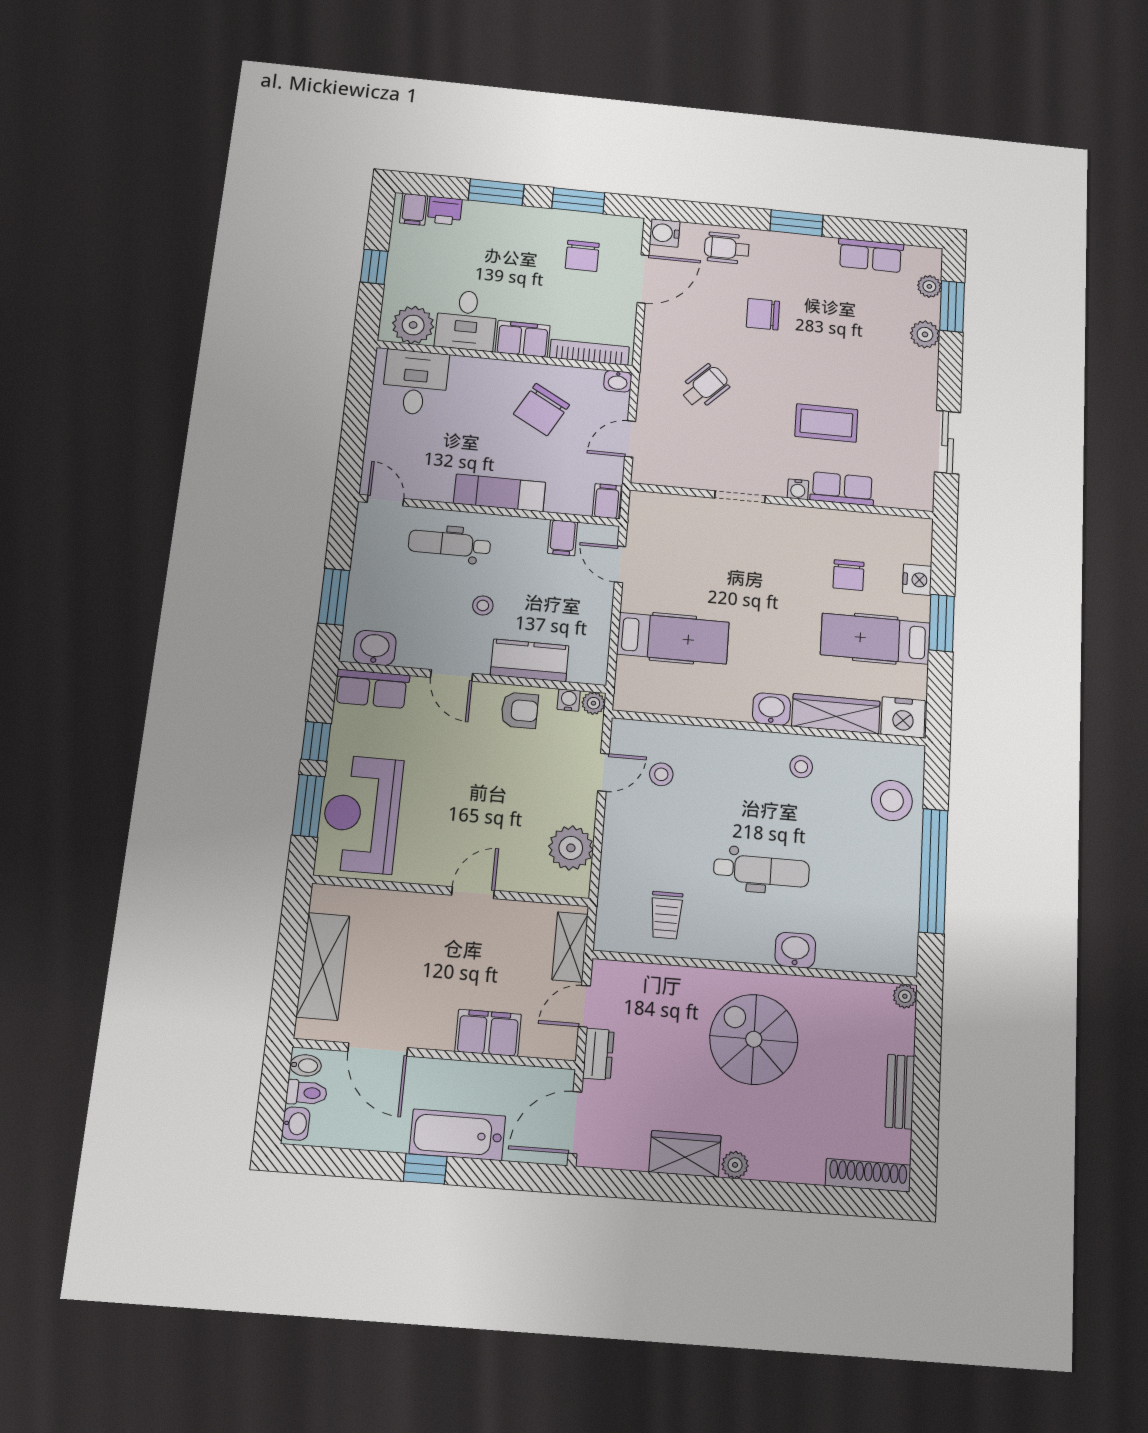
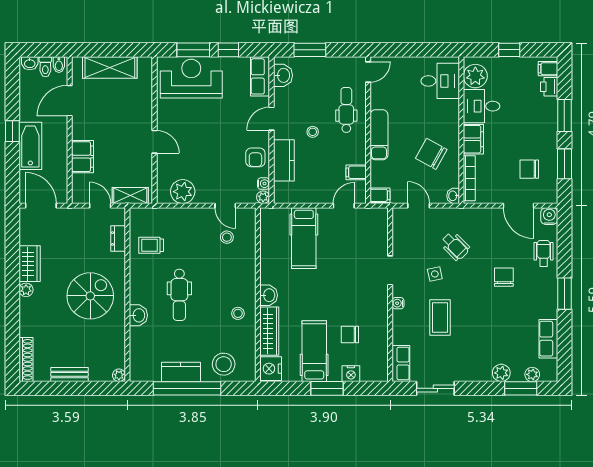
side table: (751, 424) -> (435, 274), added
row of seats: (842, 489) -> (401, 363), moved
kitchen counter: (903, 879) -> (181, 372), added
dresser: (598, 1054) -> (118, 239), moved, turned 90

